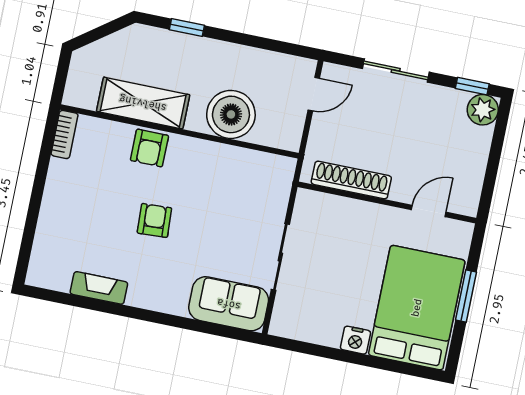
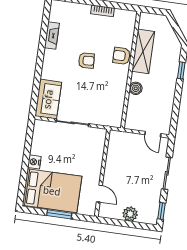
plant: (483, 110) -> (130, 214), moved
boiler: (231, 114) -> (136, 88), width x0.54, depth x0.54
bookcase: (64, 134) -> (103, 11), moved
shoe rack: (351, 180) -> (112, 155), removed

